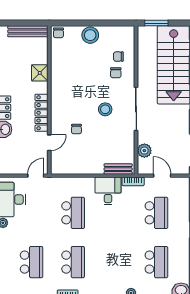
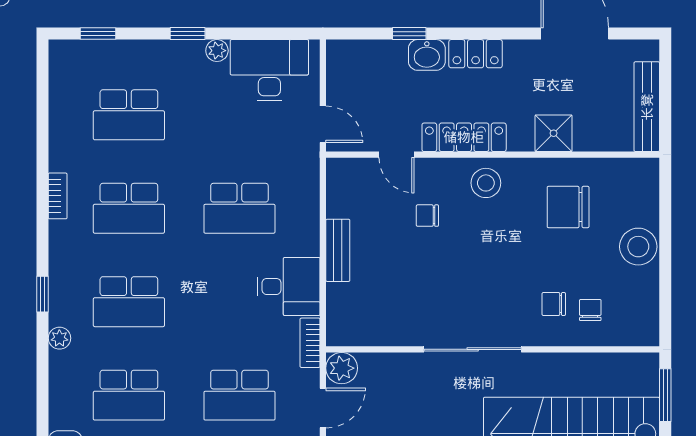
chair: (58, 33) -> (568, 207), moved, width x1.87, depth x1.87
stool: (105, 109) -> (486, 183), moved
plant: (144, 151) -> (342, 368), moved
bench: (118, 169) -> (338, 250), moved
school desk: (115, 262) -> (129, 302), added

